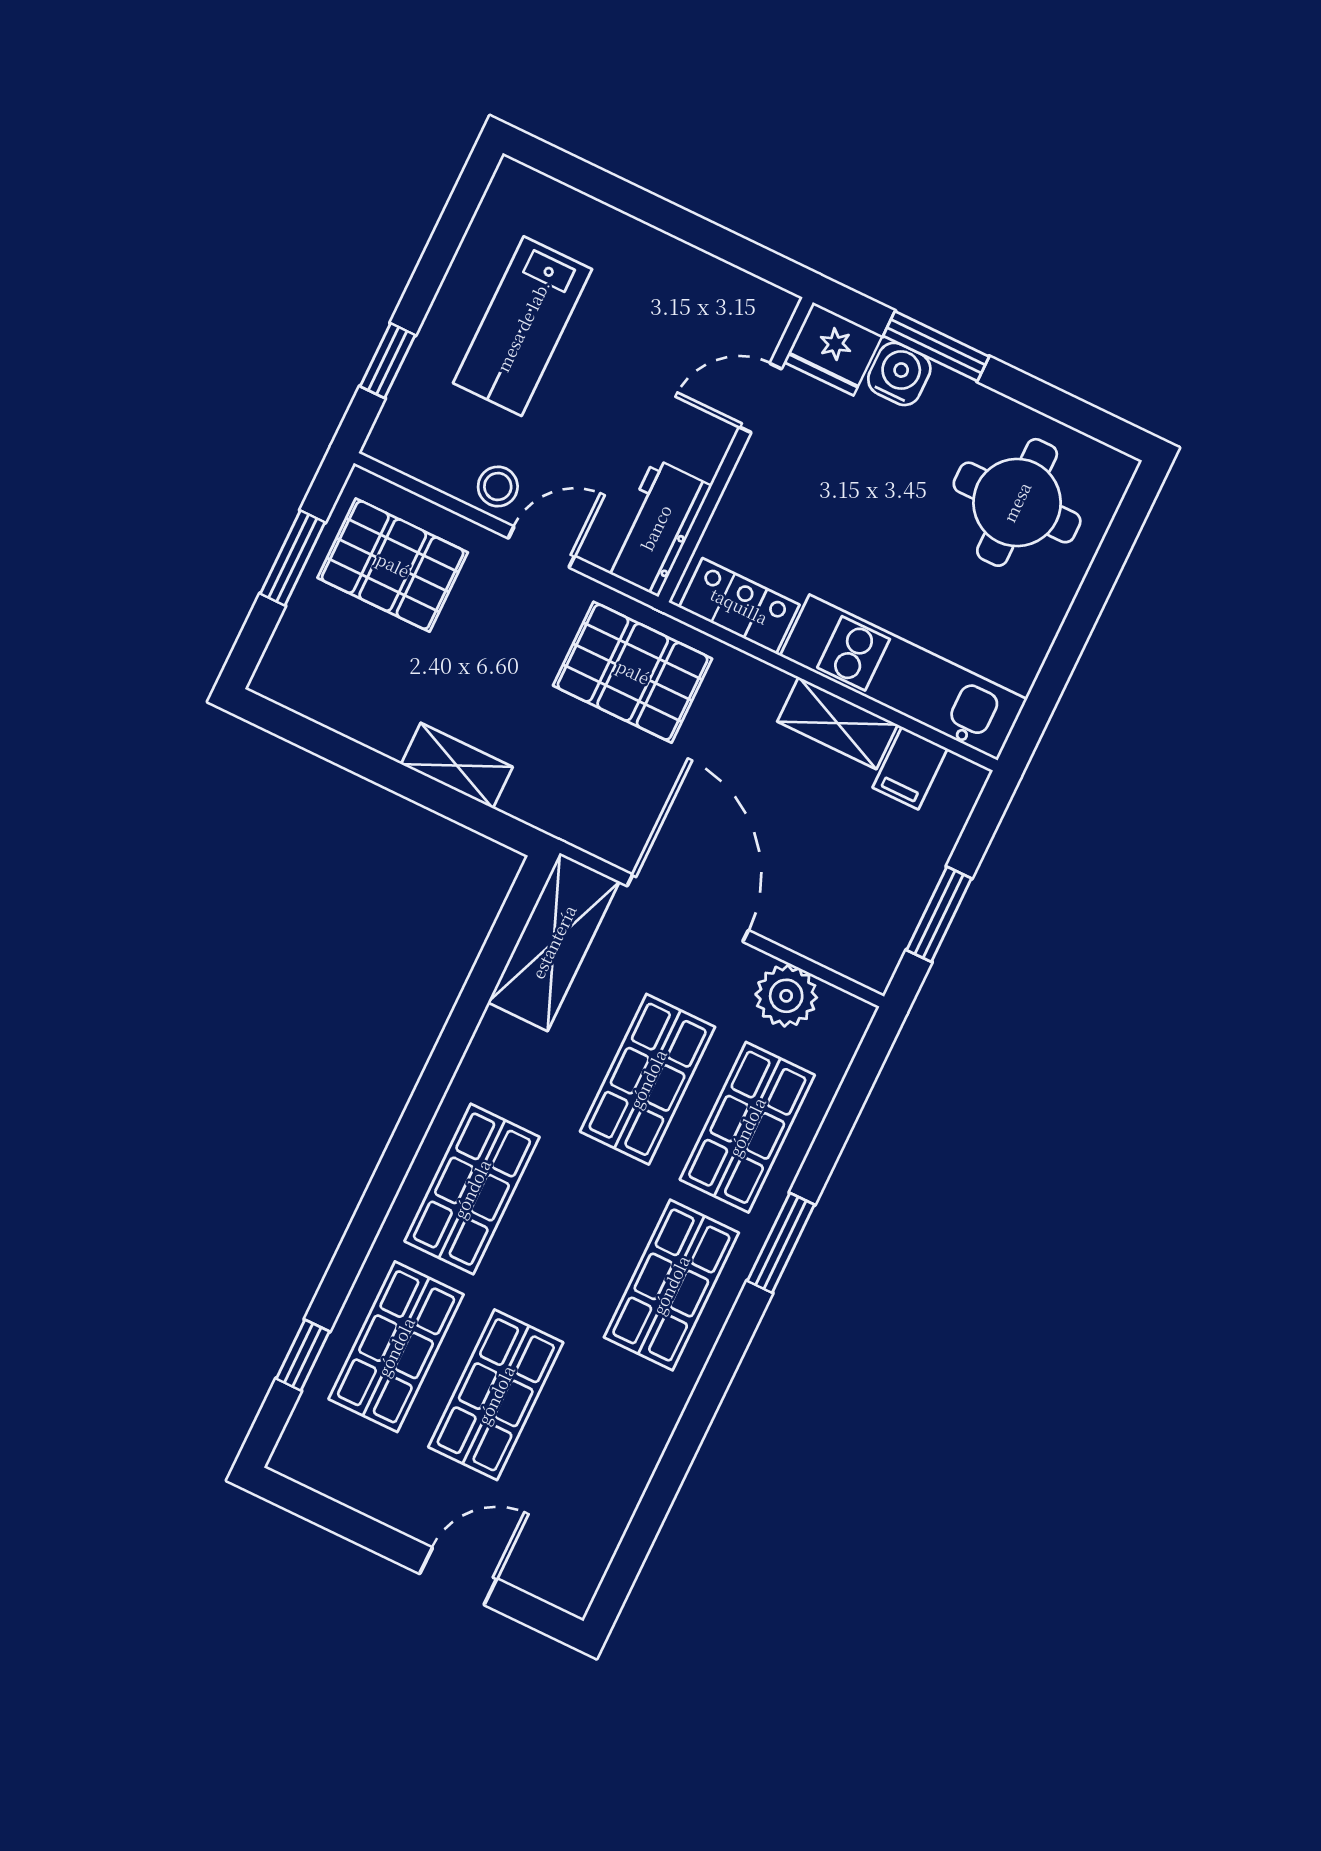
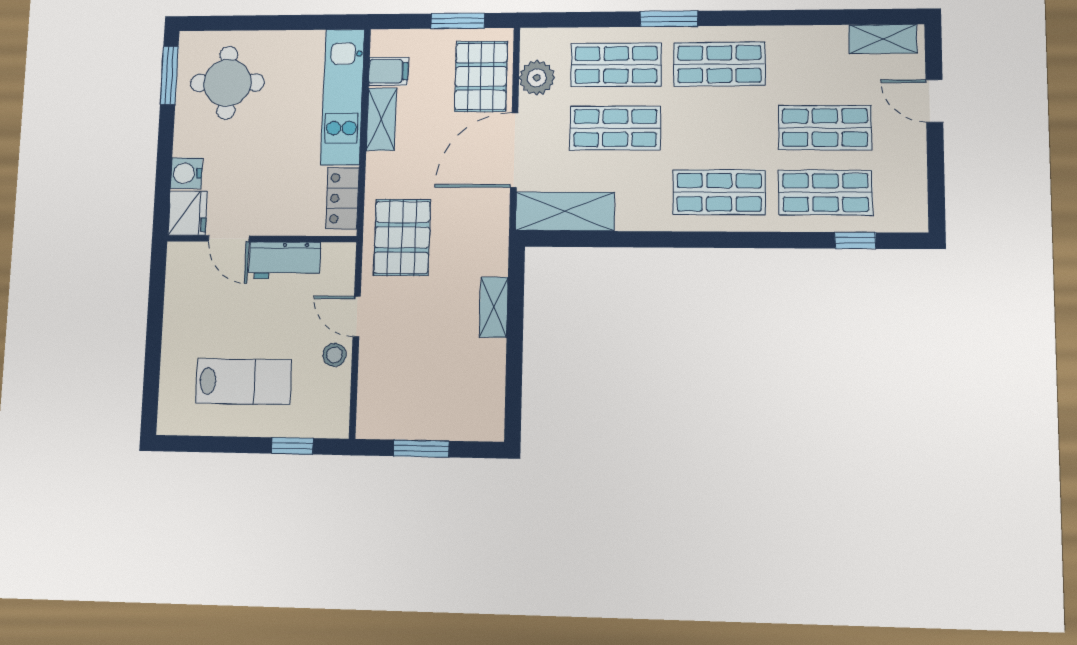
window: (936, 346) -> (169, 75), moved
workbench: (656, 528) -> (285, 260), moved
pallet: (393, 565) -> (481, 76), moved
shelving: (591, 1548) -> (883, 39), added

